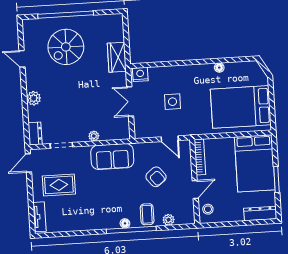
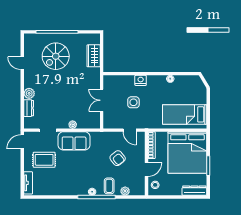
wardrobe: (117, 57) -> (94, 56), moved
nightstand: (140, 74) -> (141, 80), moved
bed: (241, 107) -> (185, 114), width x0.67
dresser: (35, 134) -> (29, 108), moved
sofa: (112, 157) -> (74, 141), moved
bed: (255, 163) -> (187, 153), width x1.36

